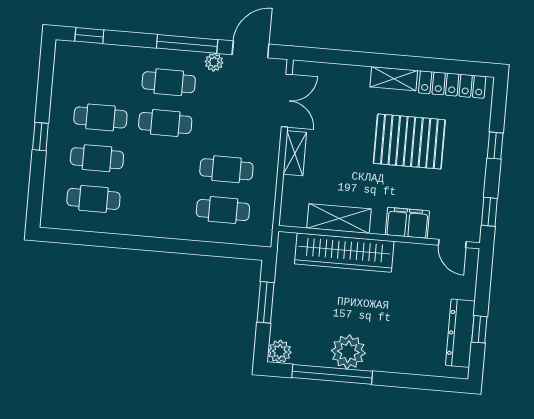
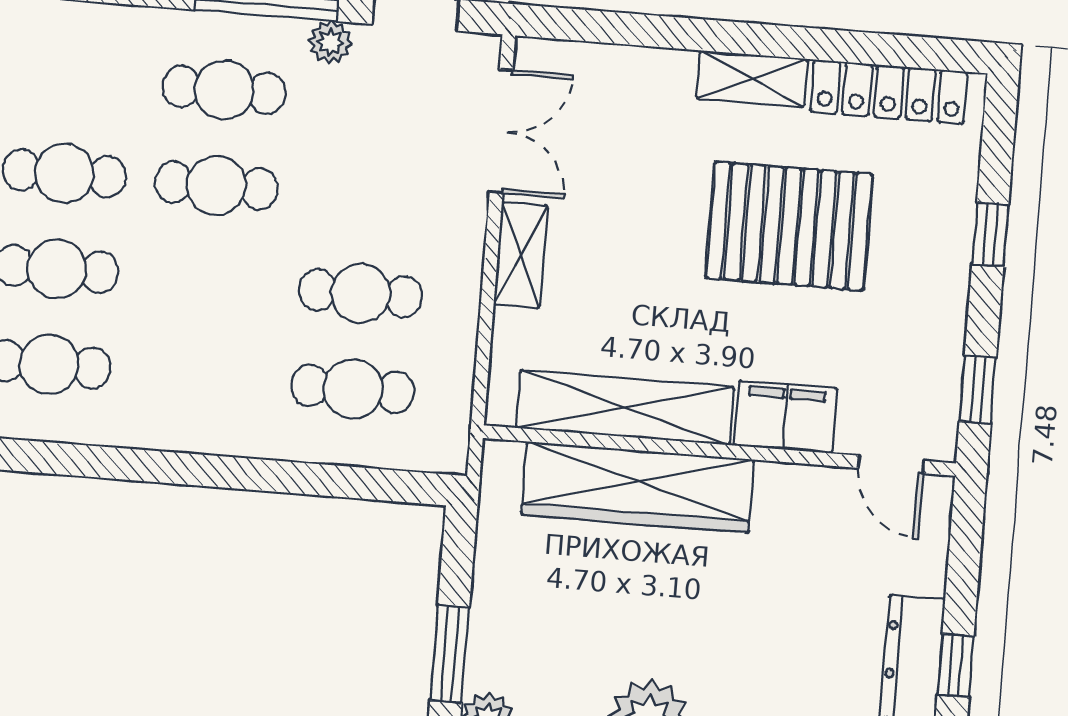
shelving: (339, 219) -> (625, 407), width x1.47
window: (265, 302) -> (450, 654), moved

